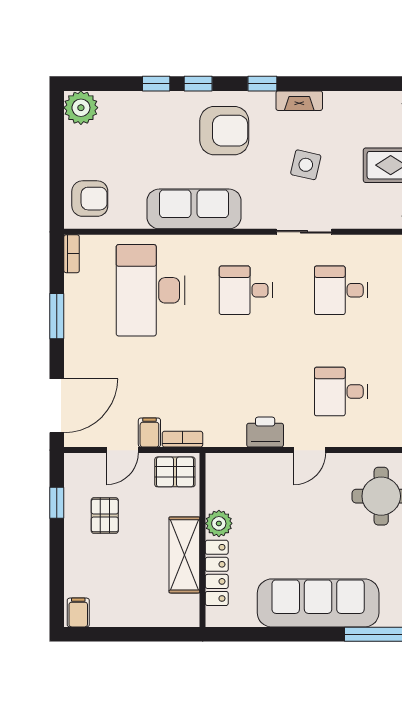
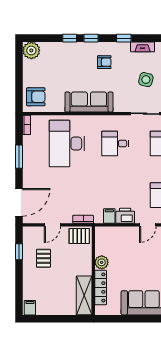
armchair: (224, 131) -> (104, 62), width x0.53, depth x0.53
filing cabinet: (149, 433) -> (109, 216), moved
shelving: (184, 555) -> (84, 295), moved

